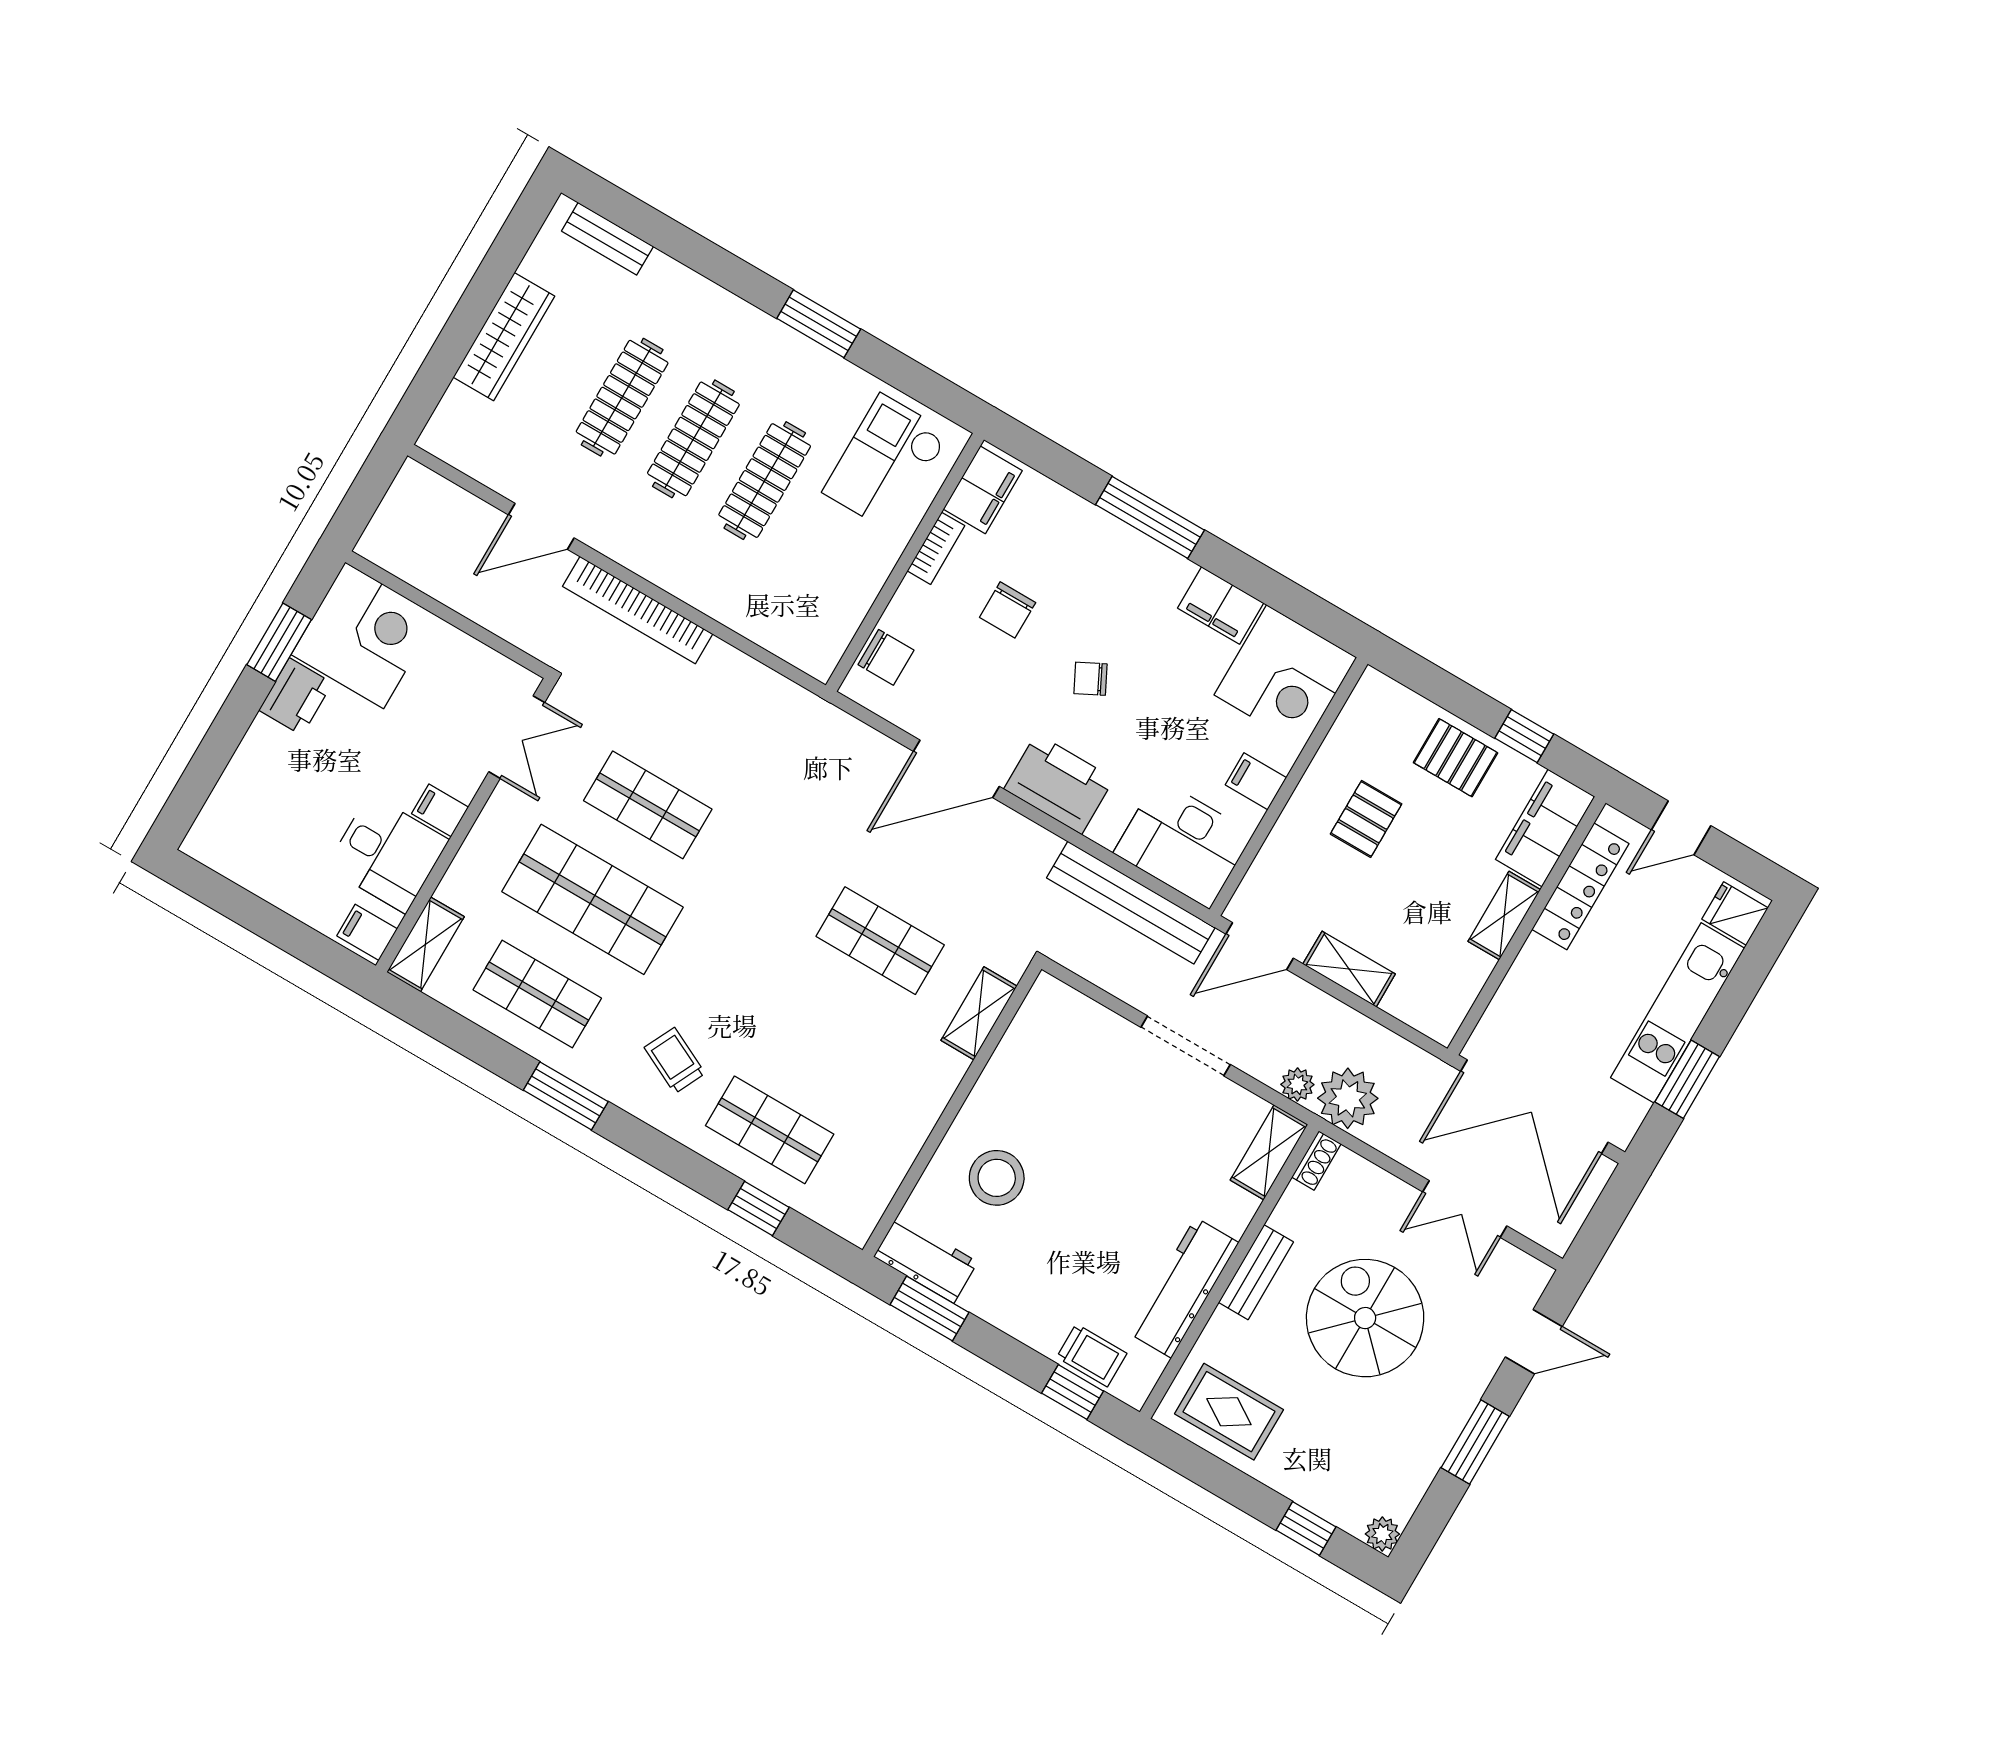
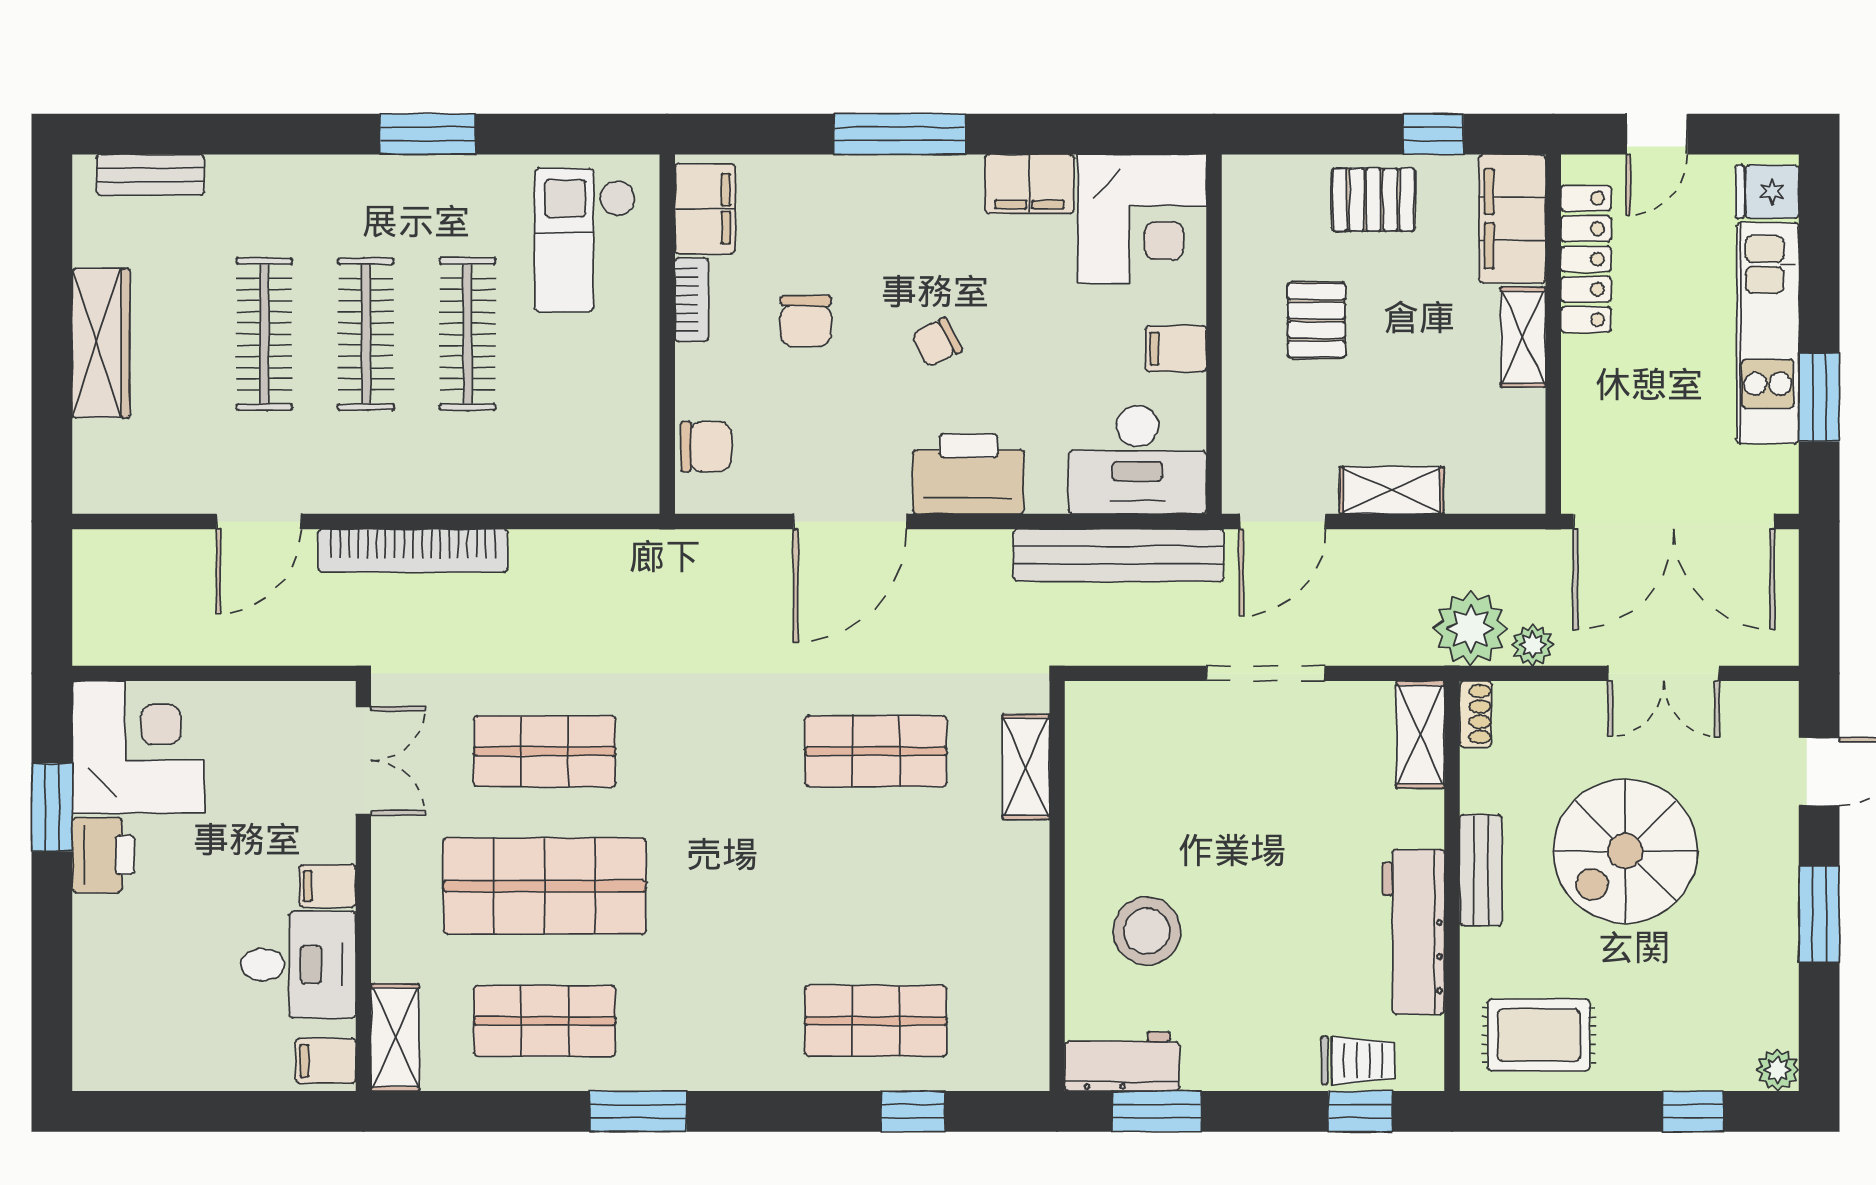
trolley: (675, 1060) -> (732, 1006), removed
plant: (1297, 1085) -> (1533, 645), moved
spiral stairs: (1365, 1318) -> (1625, 851), turned -90

